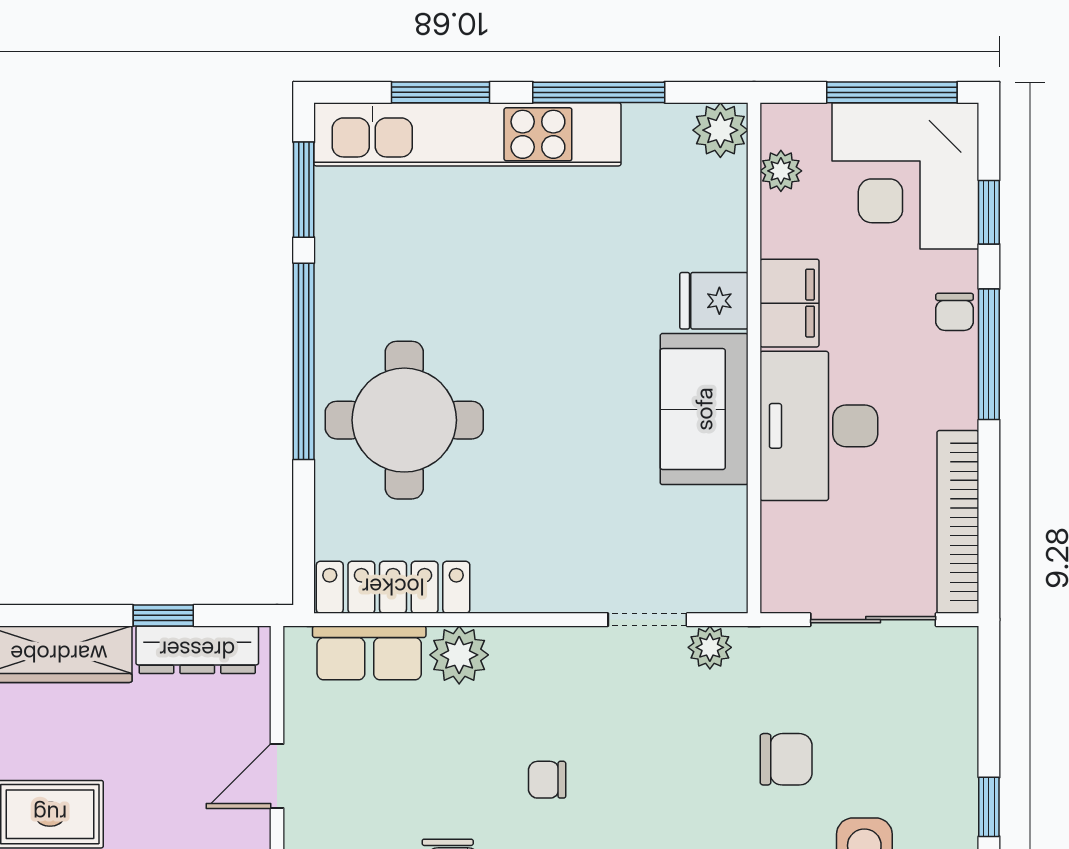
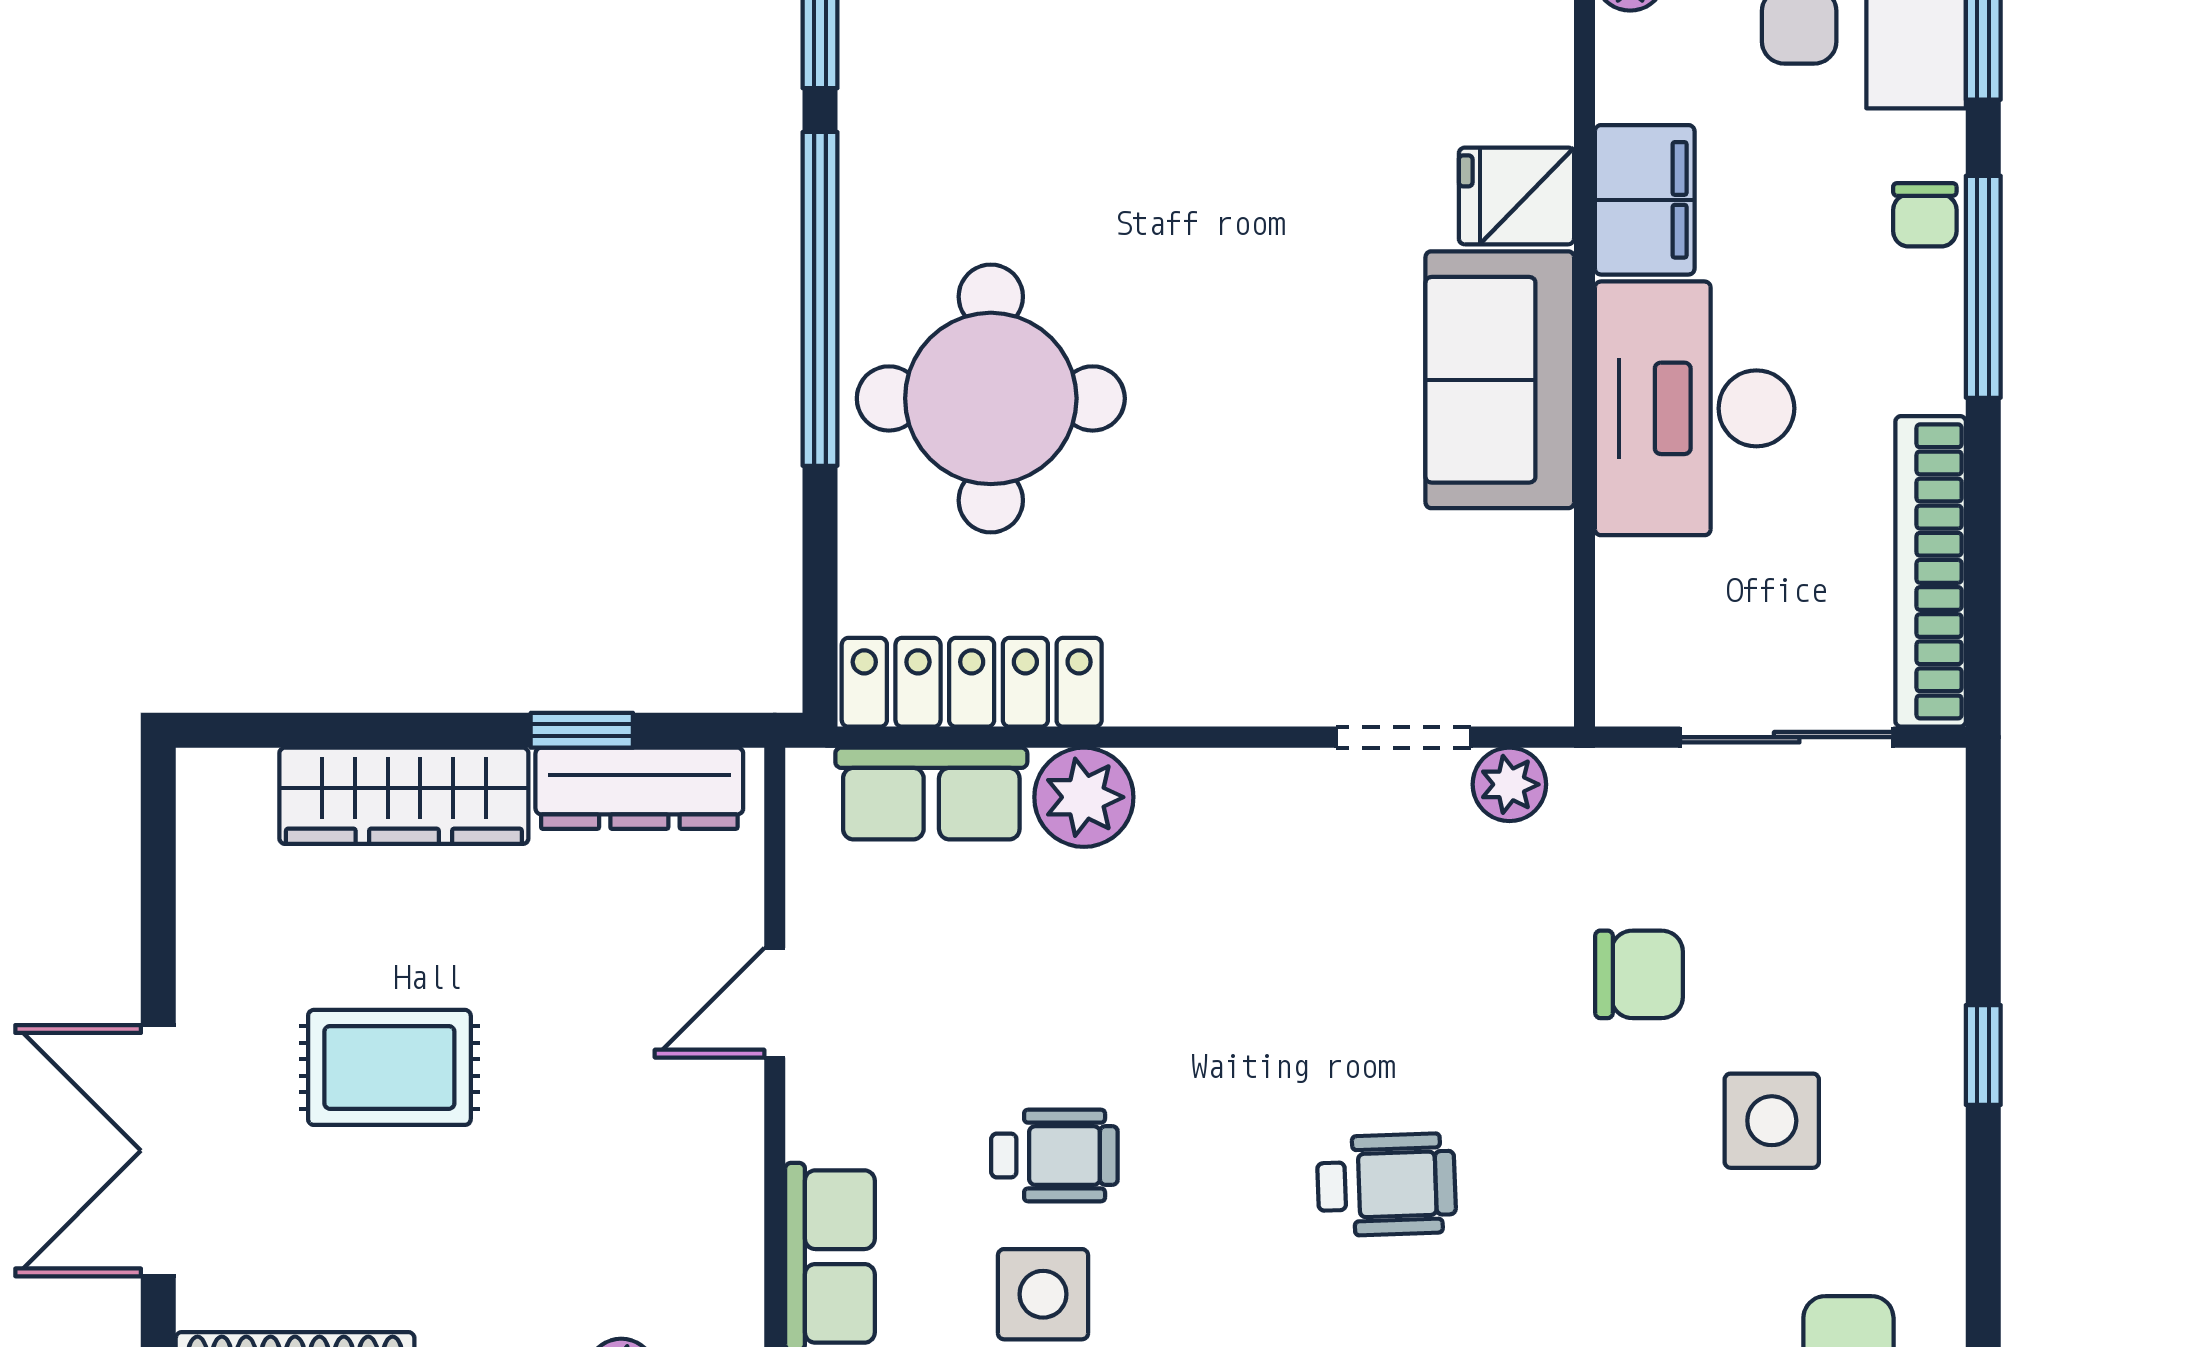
chair: (547, 780) -> (1233, 1009), removed

